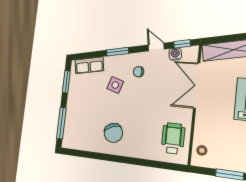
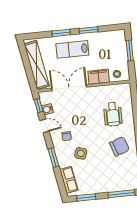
door: (156, 47) -> (44, 126), swing flipped
double door: (197, 86) -> (69, 88), swing flipped
filing cabinet: (203, 126) -> (99, 77), added
wheelchair: (173, 138) -> (113, 114), moved, turned -90

